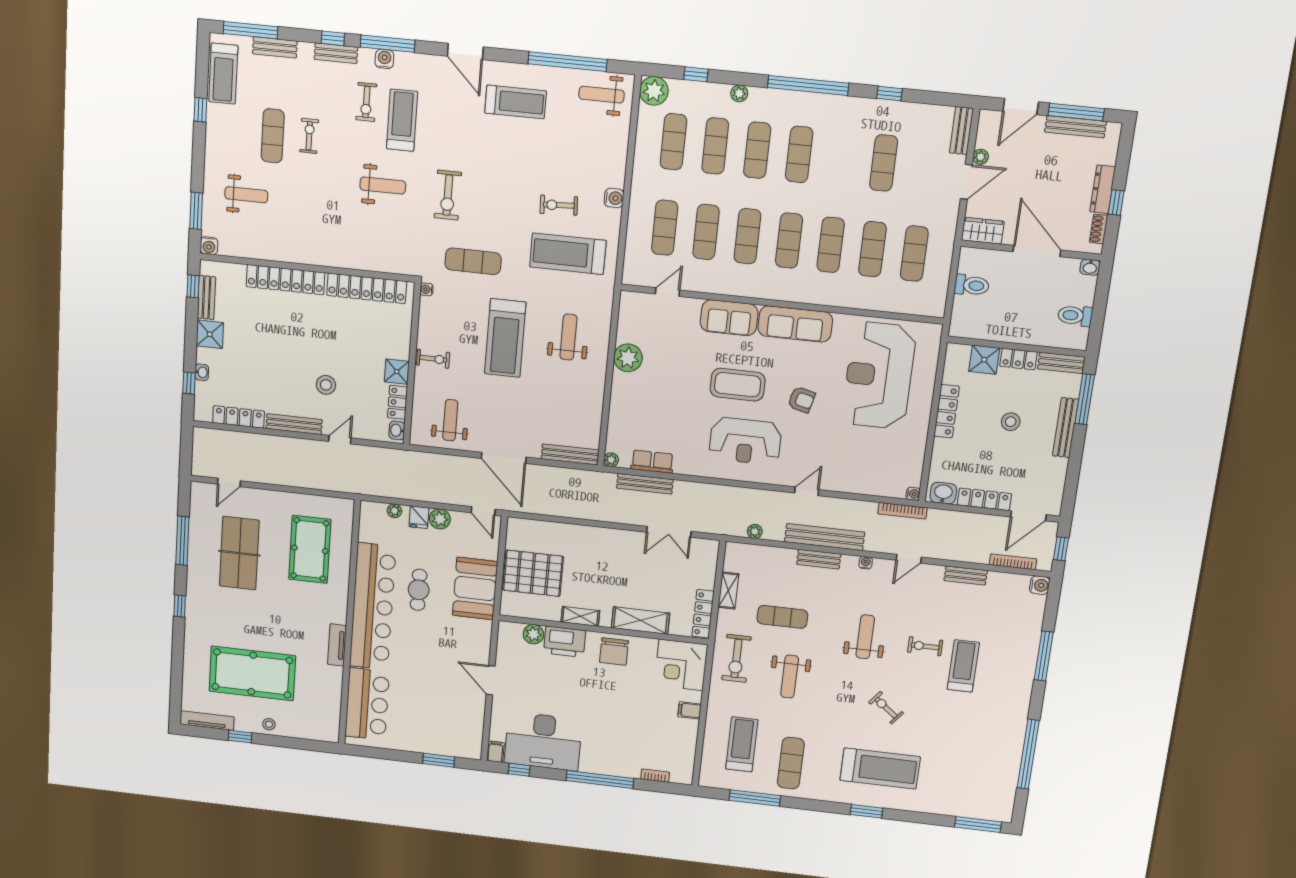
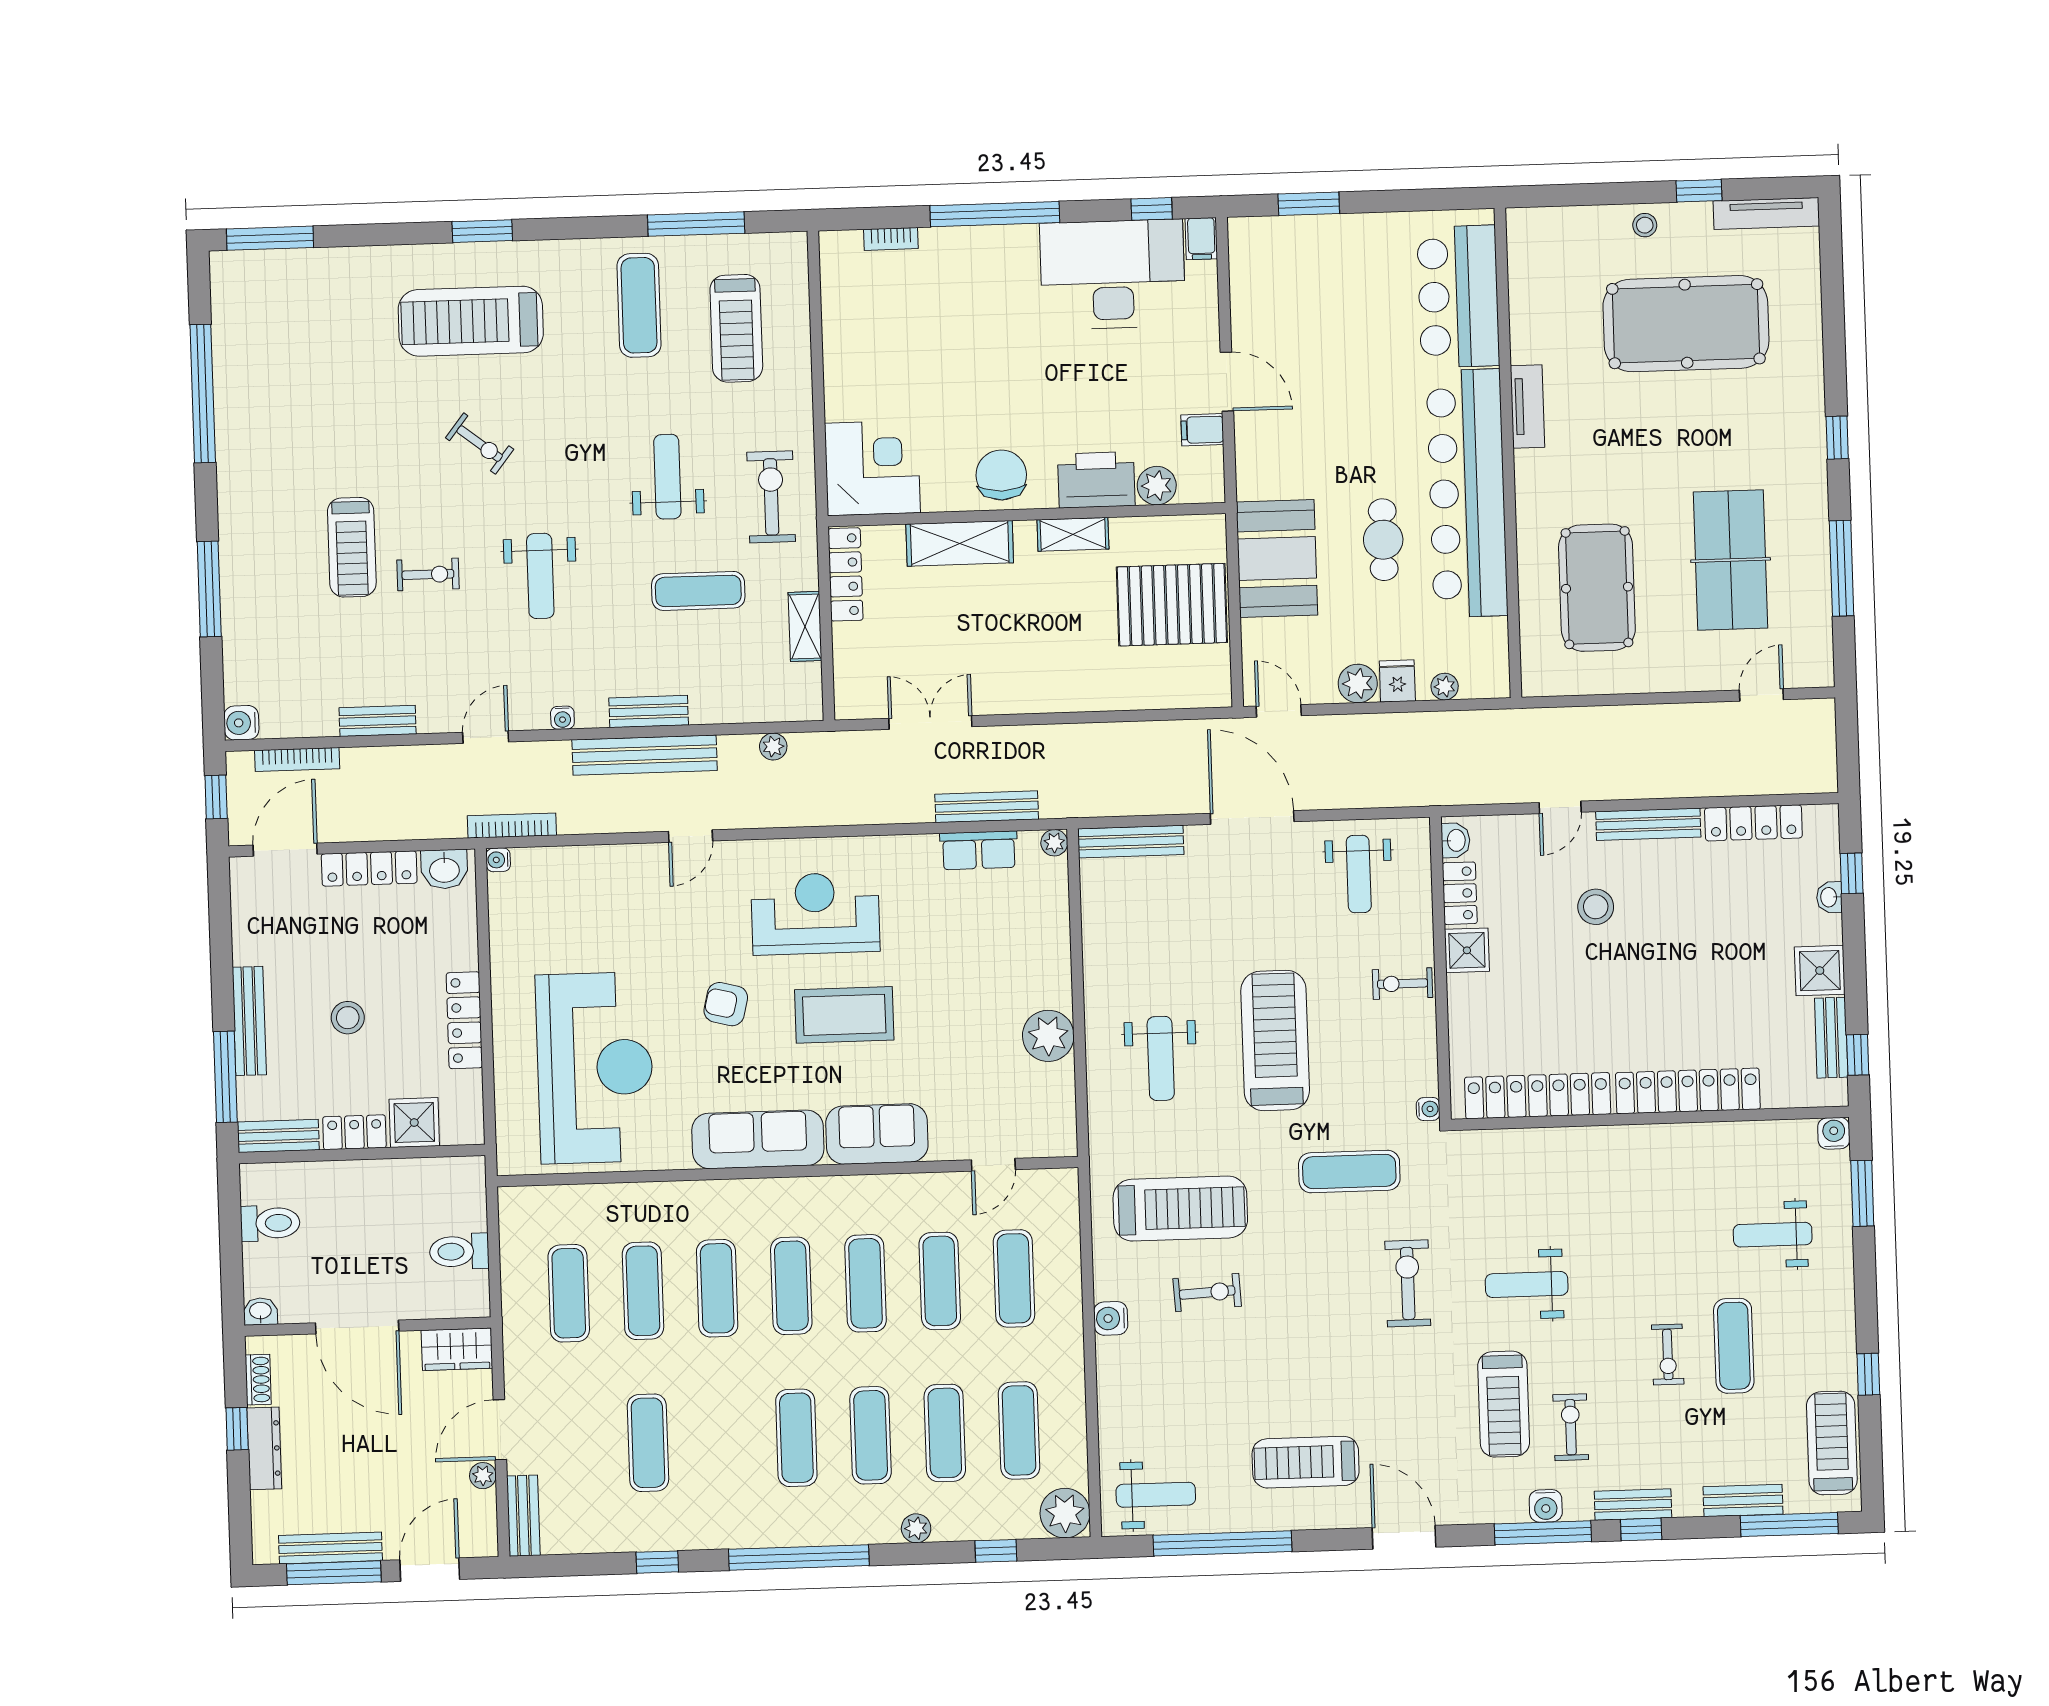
filing cabinet: (690, 710) -> (1202, 430), moved, turned 180

